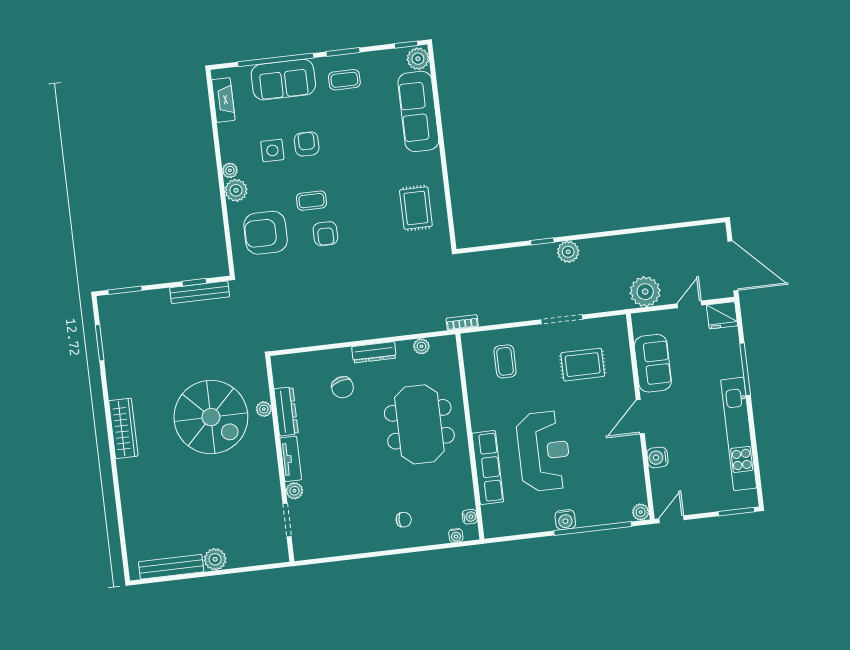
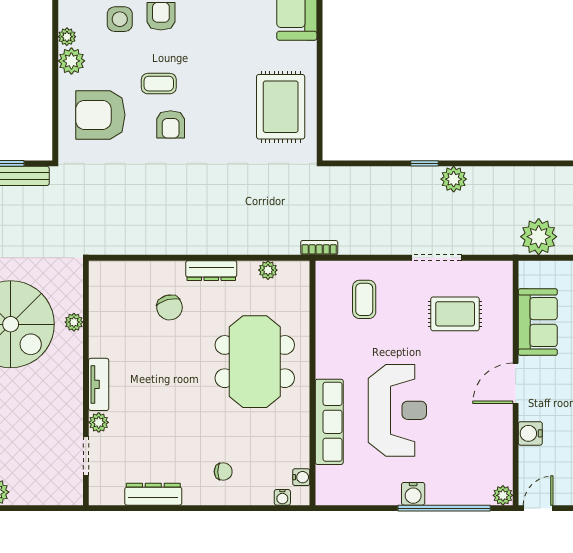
rug: (416, 208) -> (281, 107), width x1.36, depth x1.43
dresser: (286, 411) -> (153, 494), moved, turned -90

